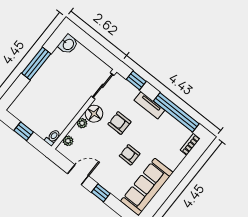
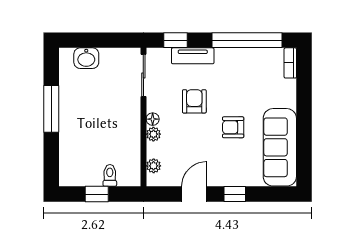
washbasin: (68, 44) -> (86, 58), moved, turned 90
tv unit: (149, 105) -> (193, 56), moved
floor lamp: (94, 114) -> (153, 119), width x0.53, depth x0.53
armchair: (119, 123) -> (194, 101), turned 90
toilet: (53, 137) -> (110, 175), moved

